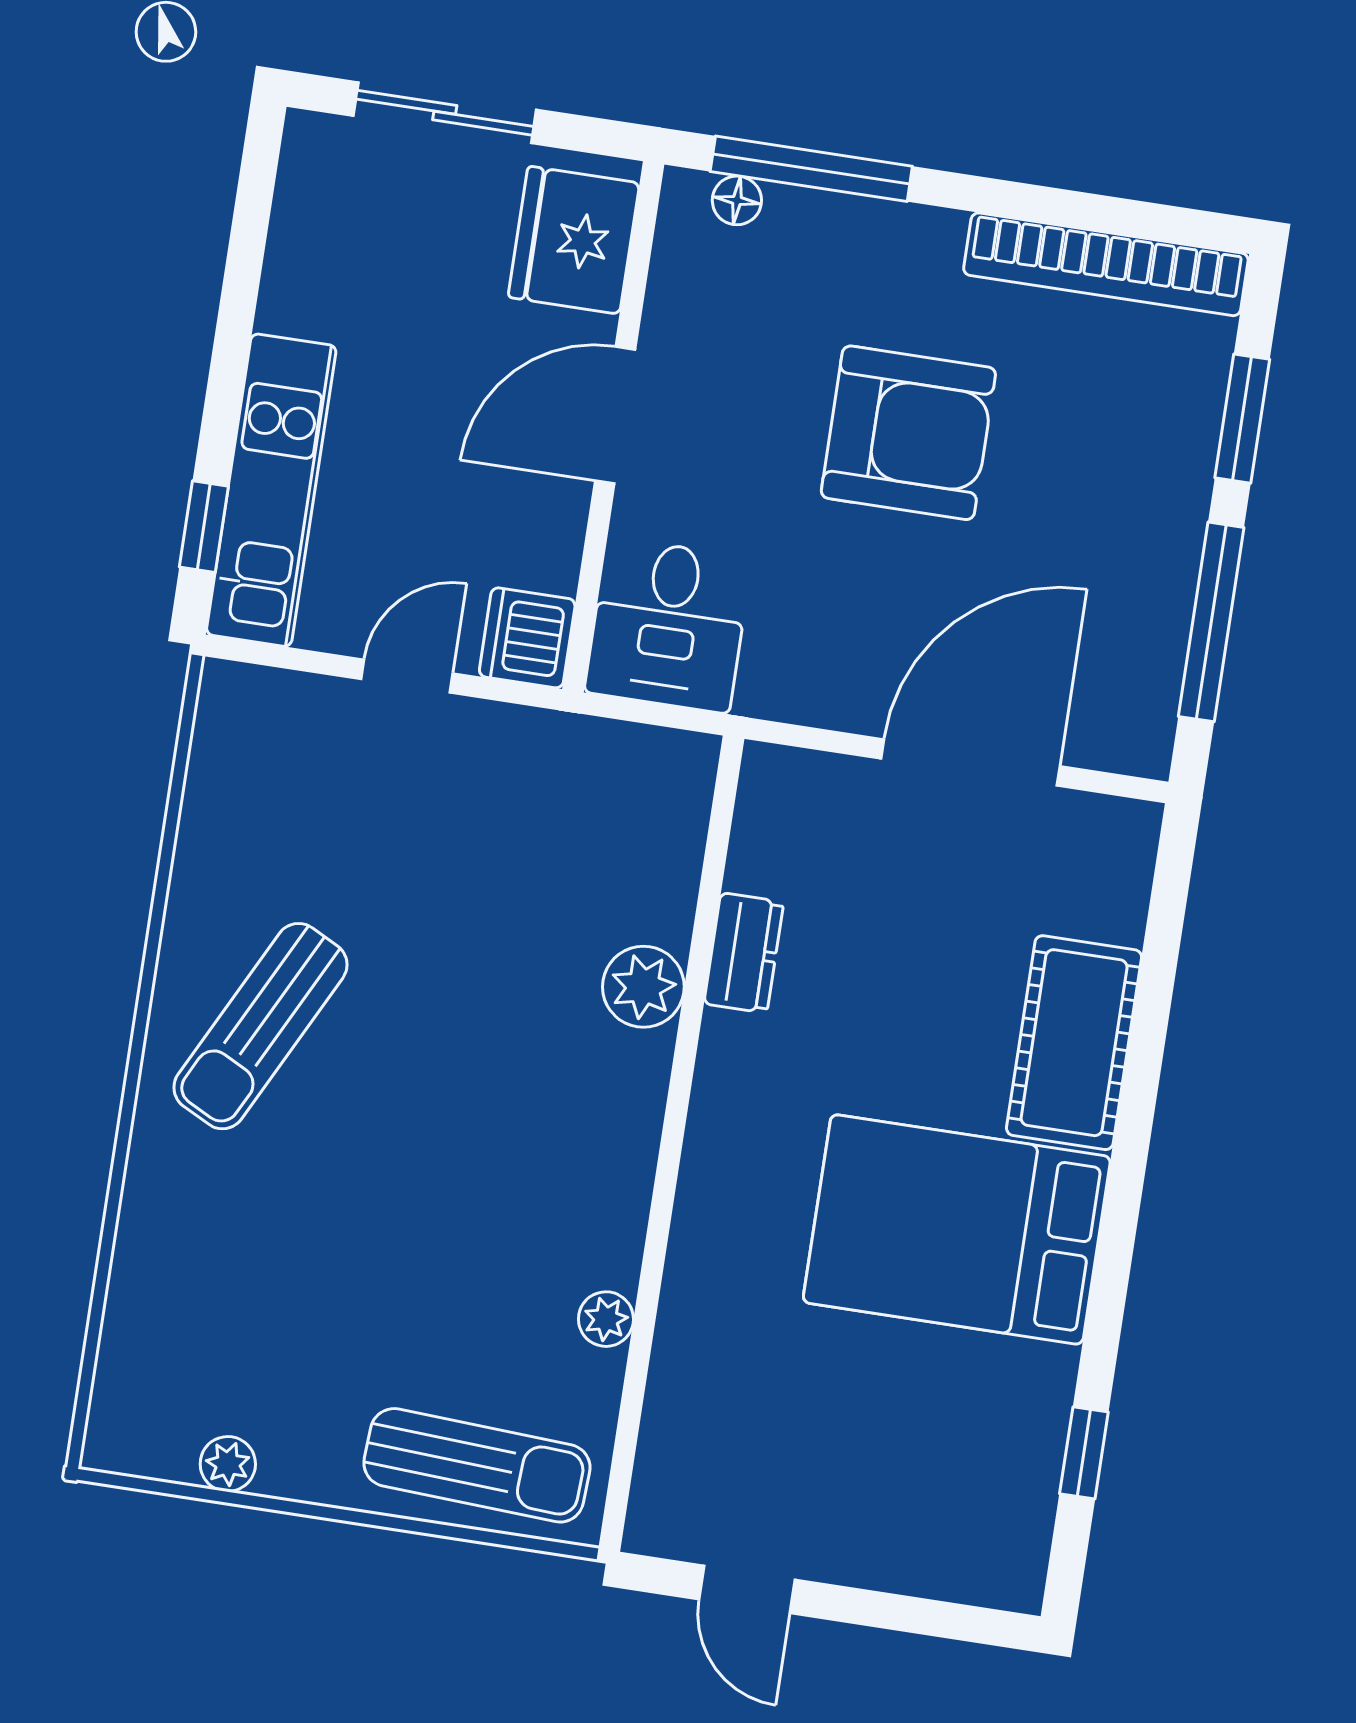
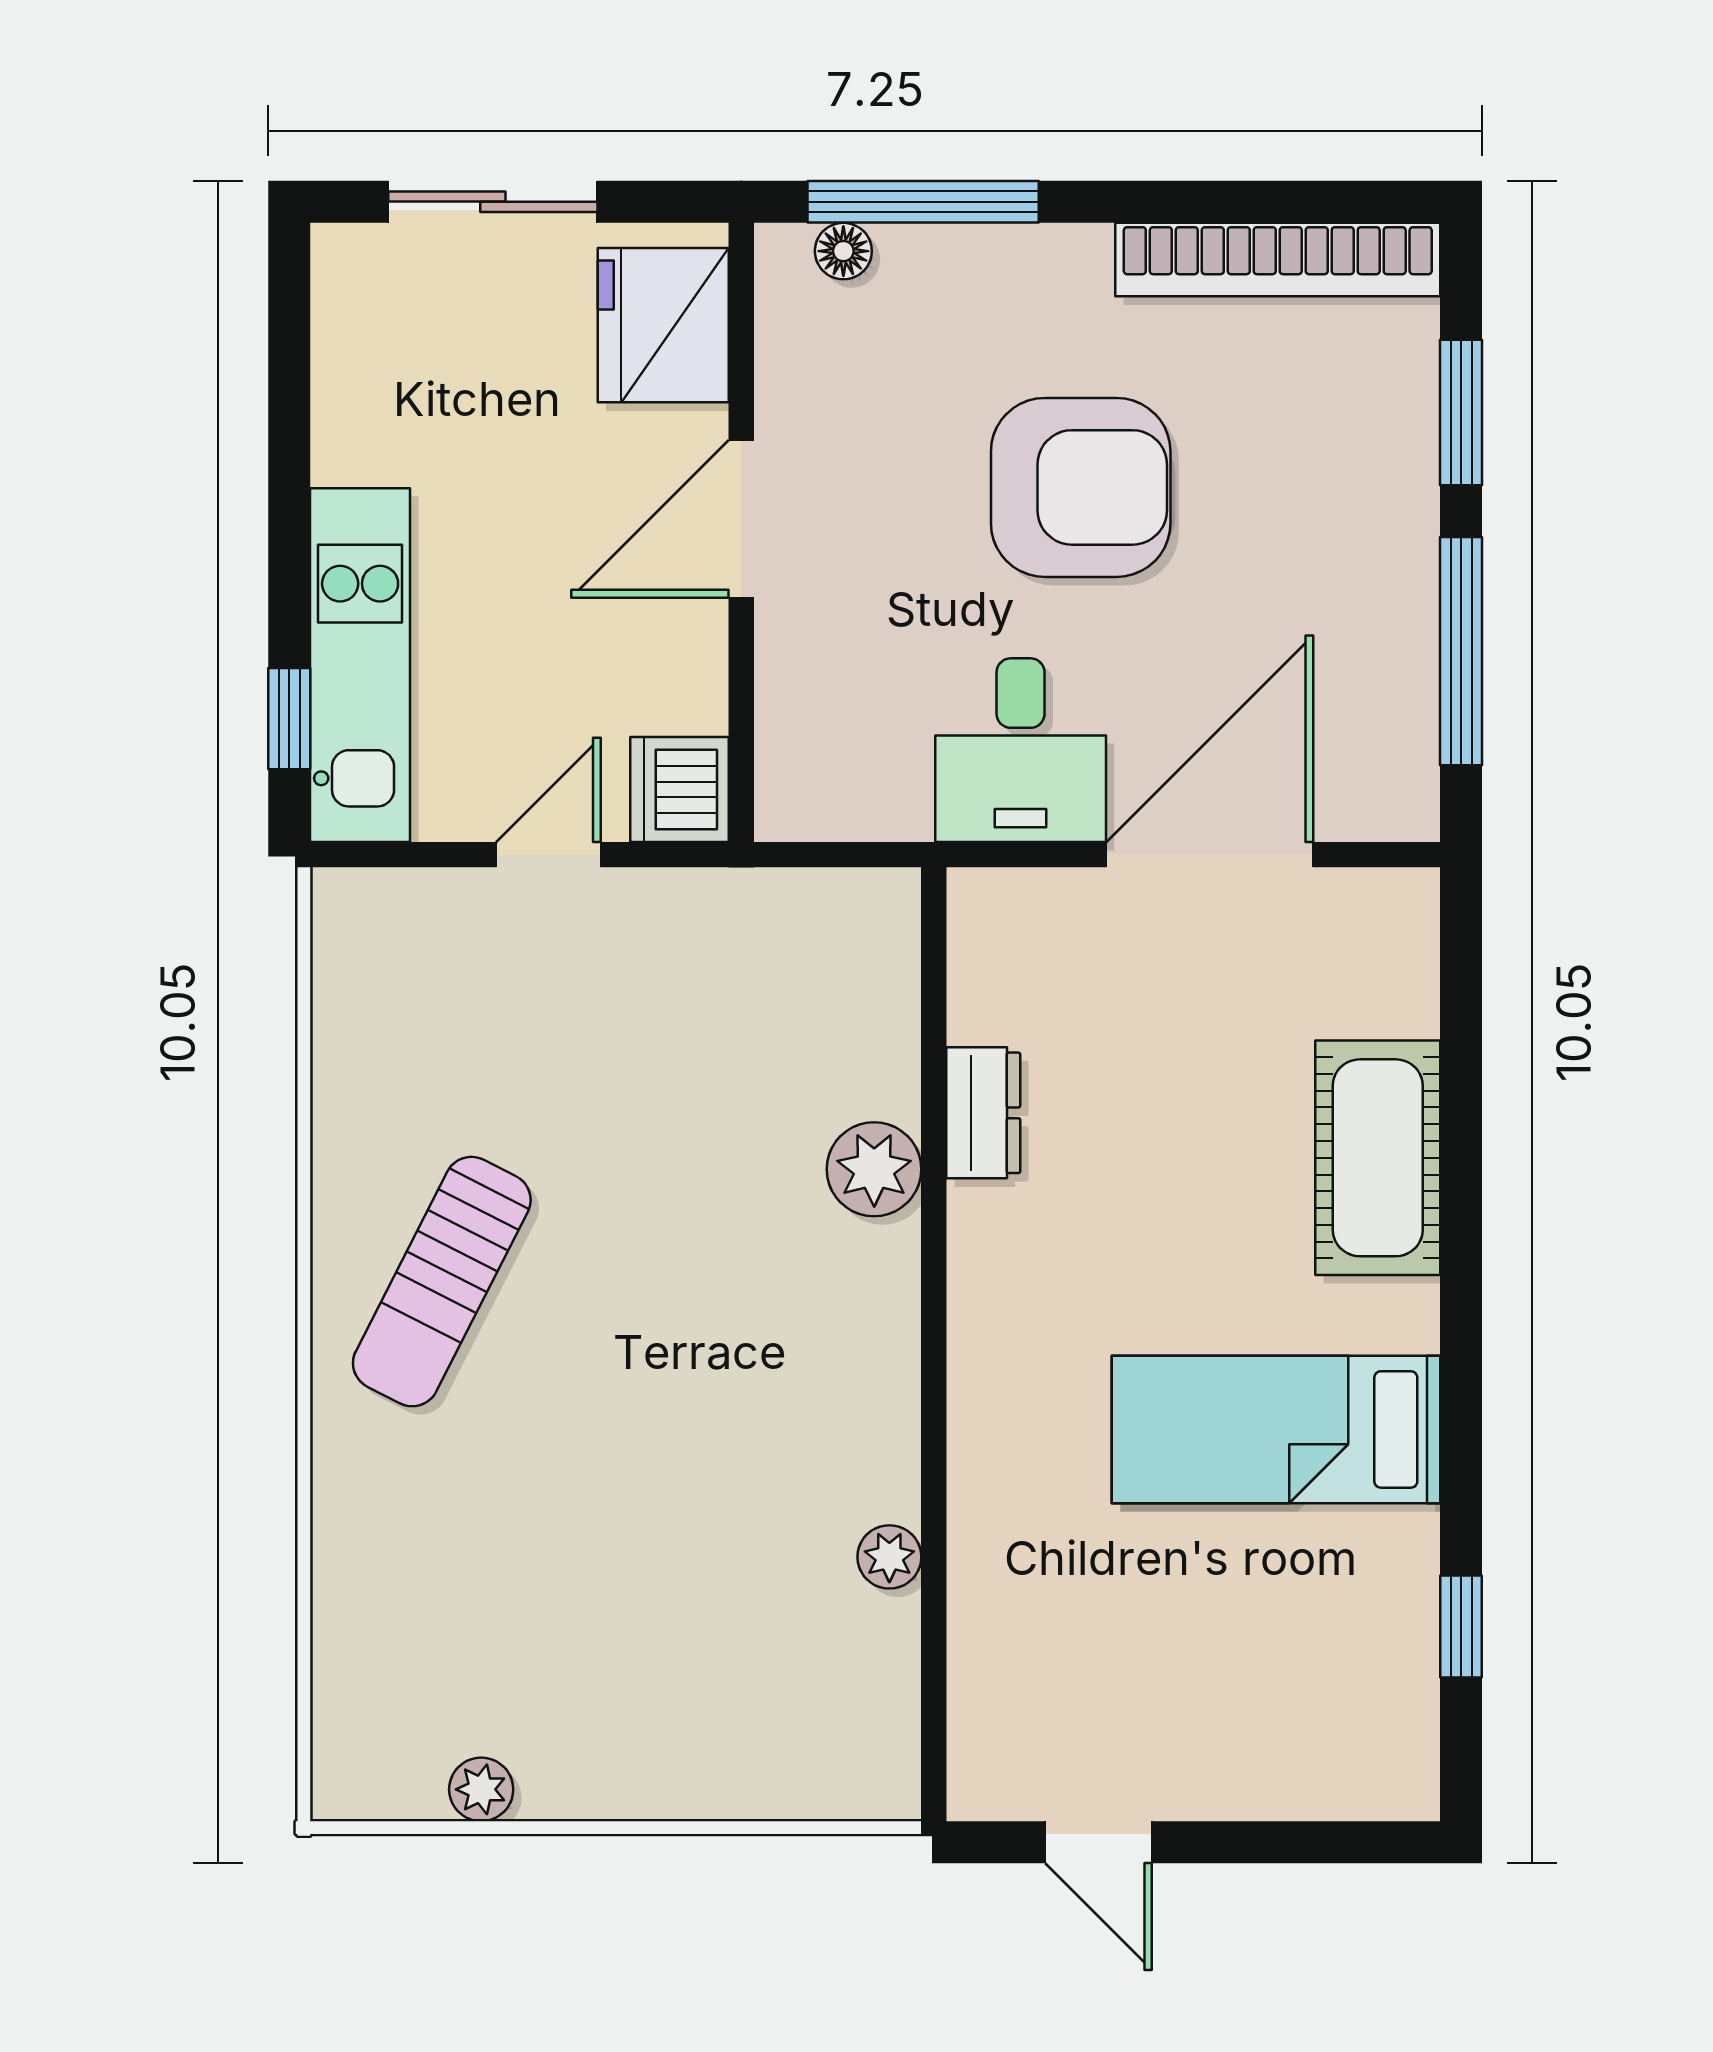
desk: (668, 625) -> (1021, 750), moved
bed: (957, 1229) -> (1276, 1429), width x0.67
sun lounger: (477, 1465) -> (767, 1747), removed

